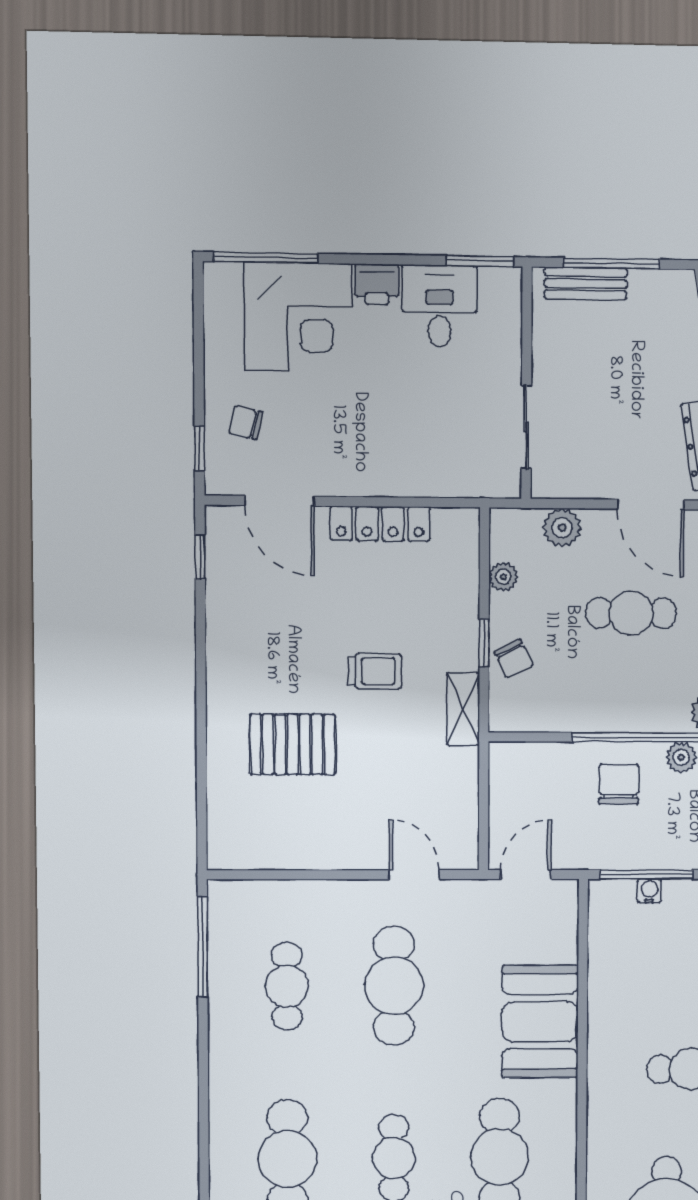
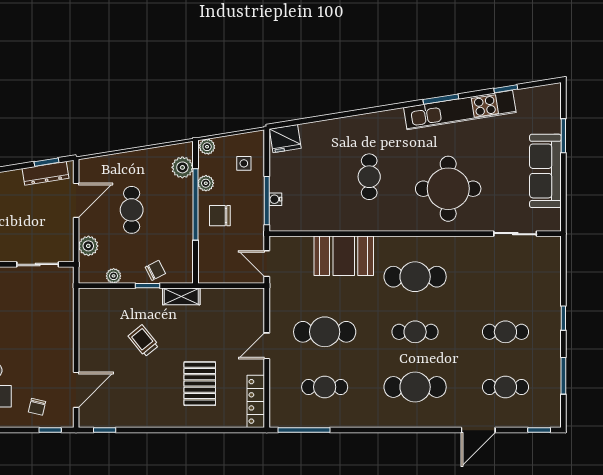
locker: (380, 524) -> (256, 401), moved, turned 180
trolley: (375, 671) -> (143, 341), moved, turned -39
door: (414, 875) -> (267, 346), moved

